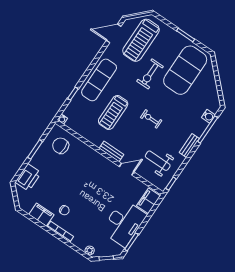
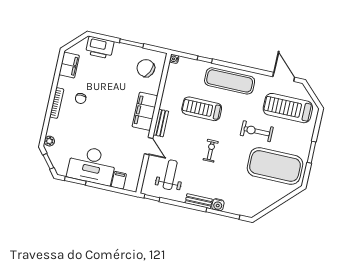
water cooler: (208, 116) -> (218, 205), moved
chair: (61, 146) -> (146, 68), turned -66
filing cabinet: (96, 161) -> (145, 111), added
filing cabinet: (148, 201) -> (119, 180), width x0.50
filing cabinet: (41, 215) -> (69, 65), moved

